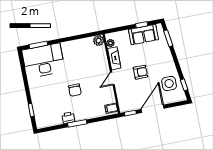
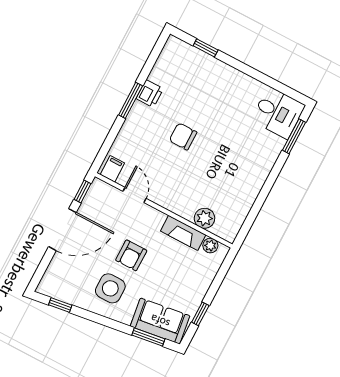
sofa: (143, 35) -> (160, 321), moved, turned 82
plant: (99, 41) -> (204, 218), moved
desk: (43, 61) -> (278, 113), width x0.53, depth x0.77
door: (112, 79) -> (134, 195), moved
side table: (169, 84) -> (110, 288), moved
door: (153, 109) -> (62, 230), hinge flipped

